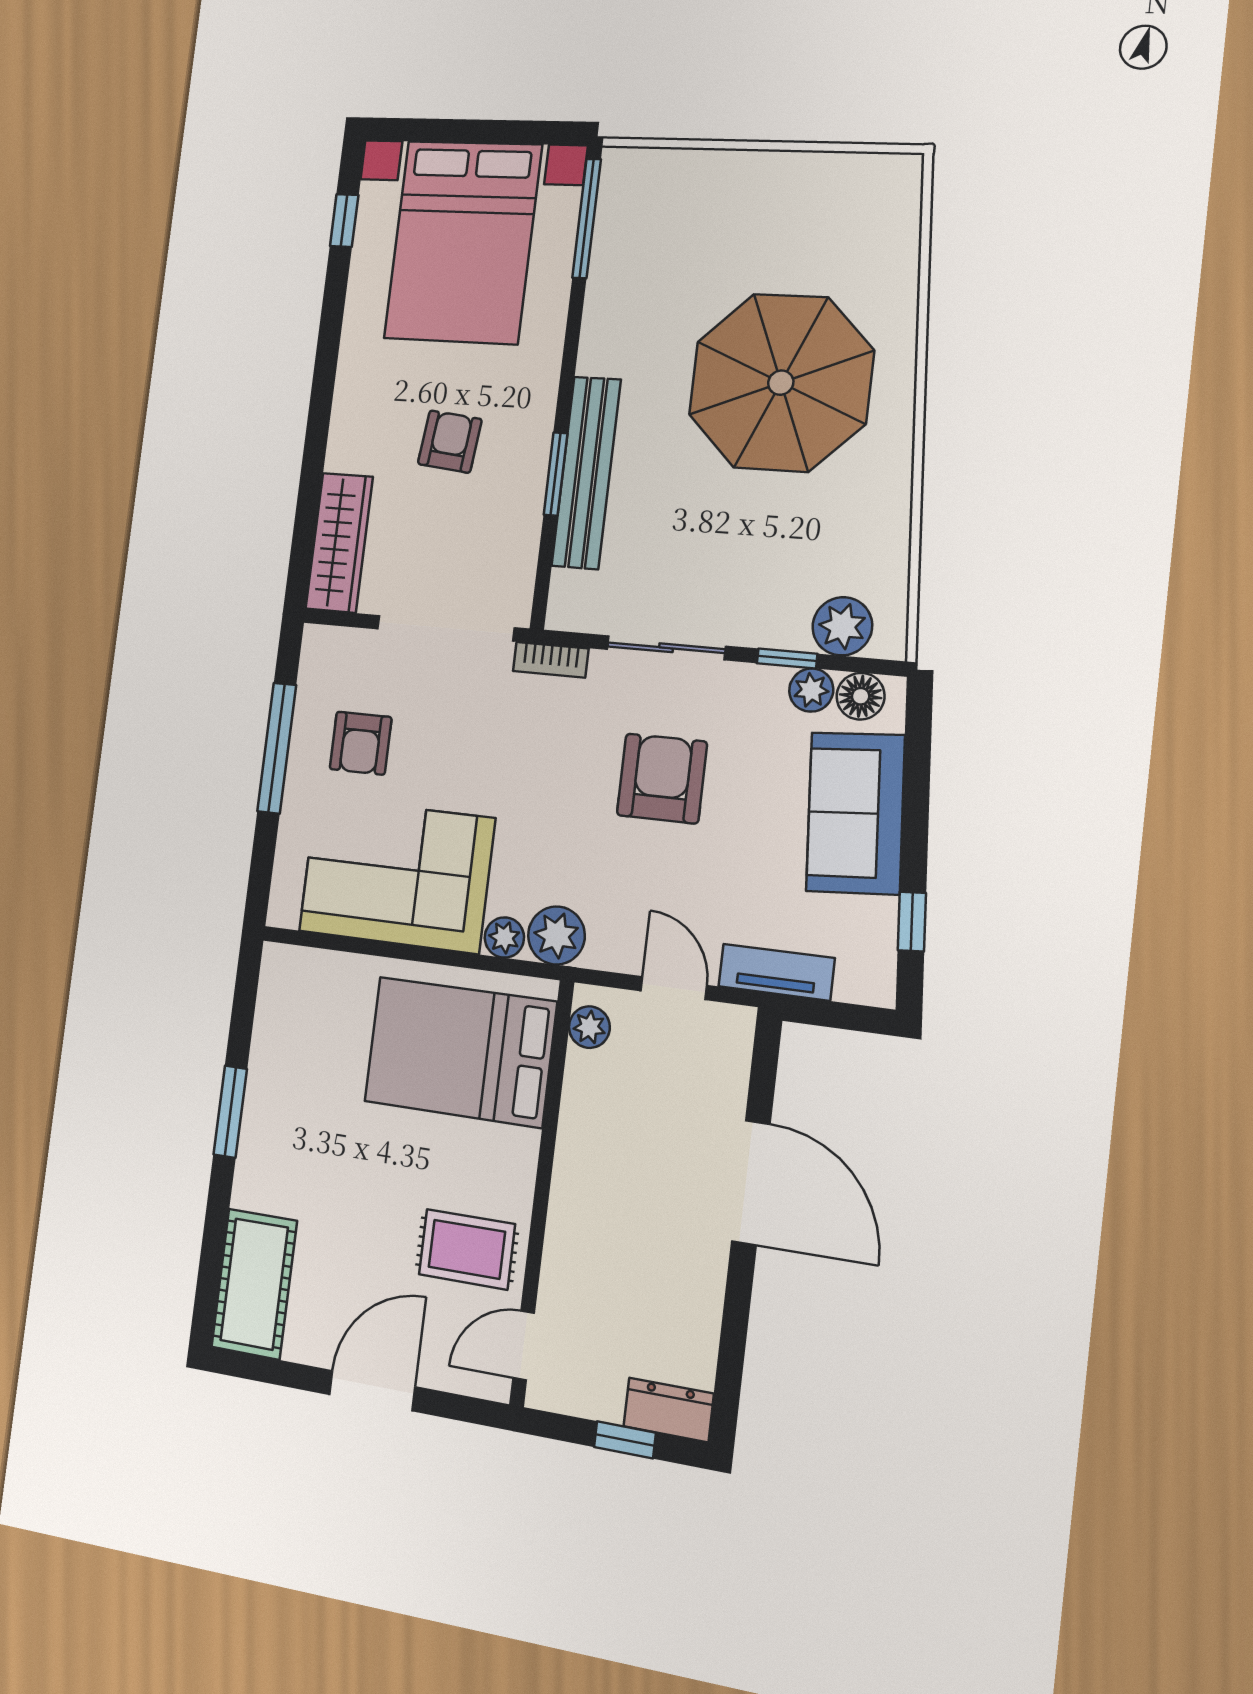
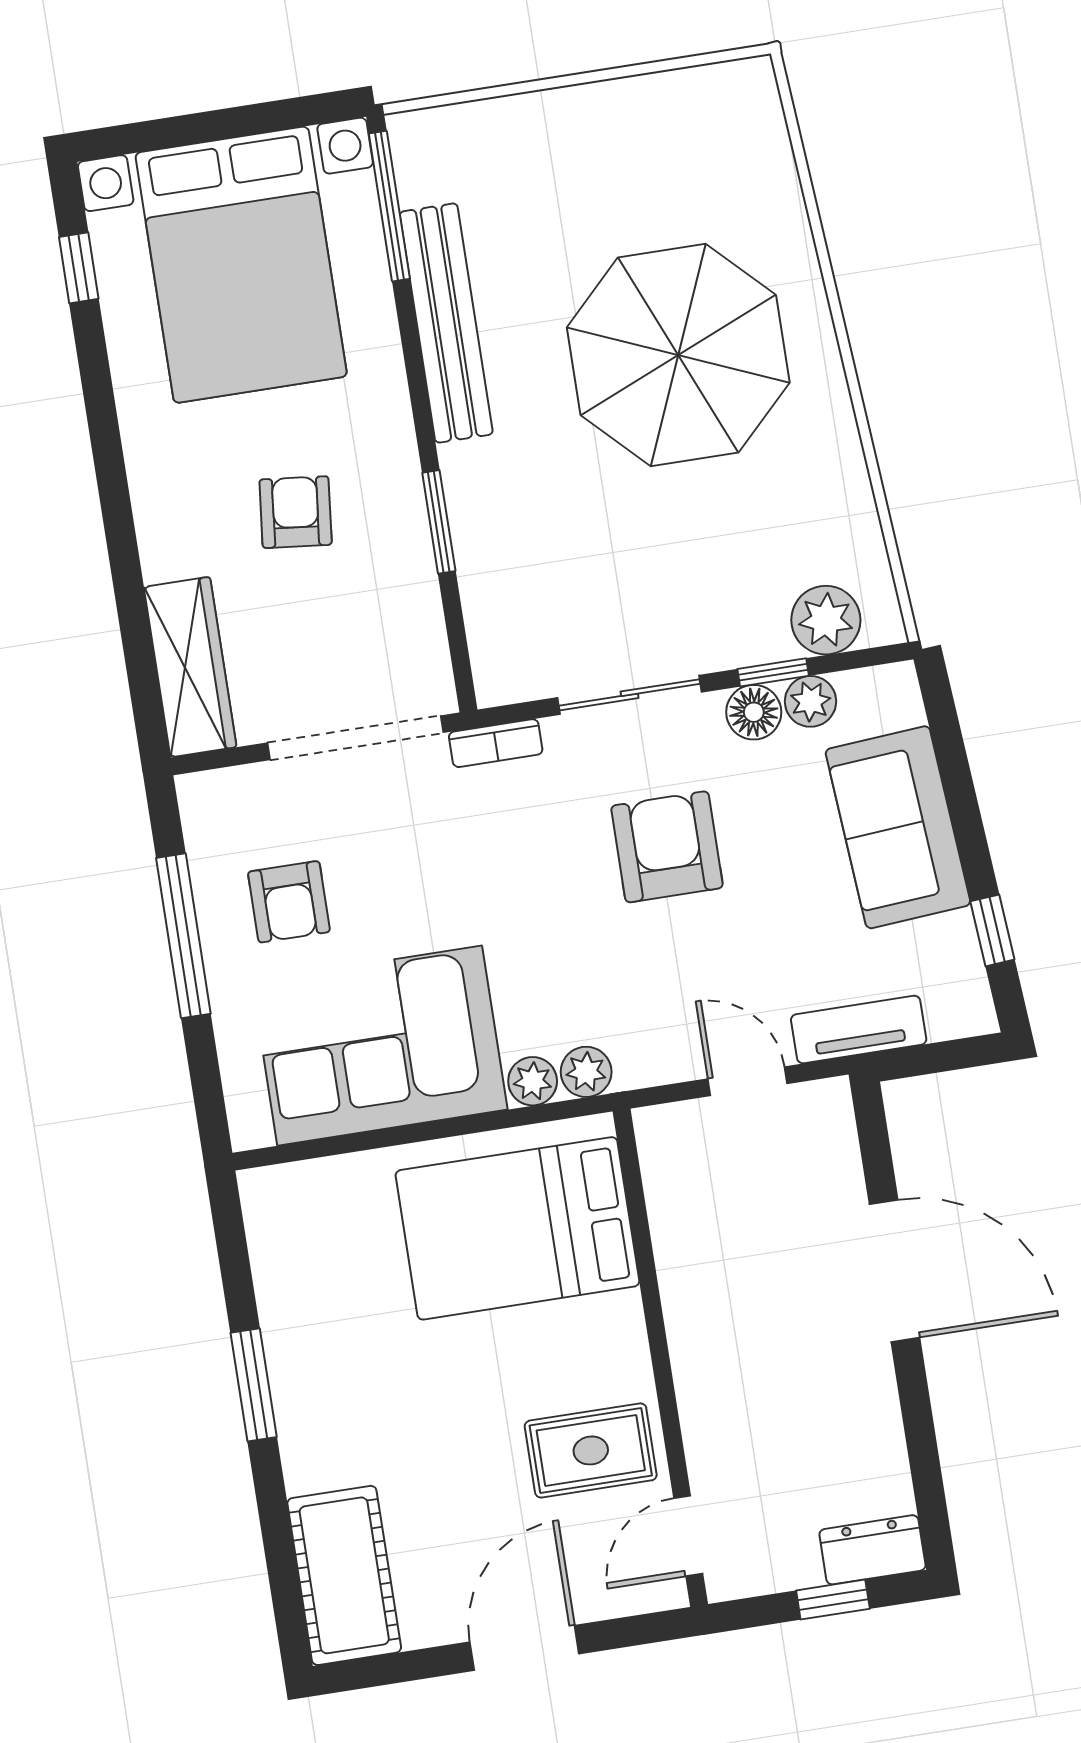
bench: (586, 473) -> (446, 323), moved
floor lamp: (861, 696) -> (754, 712), moved
plant: (556, 935) -> (586, 1072), width x0.73, depth x0.73
plant: (589, 1027) -> (662, 1154), removed

